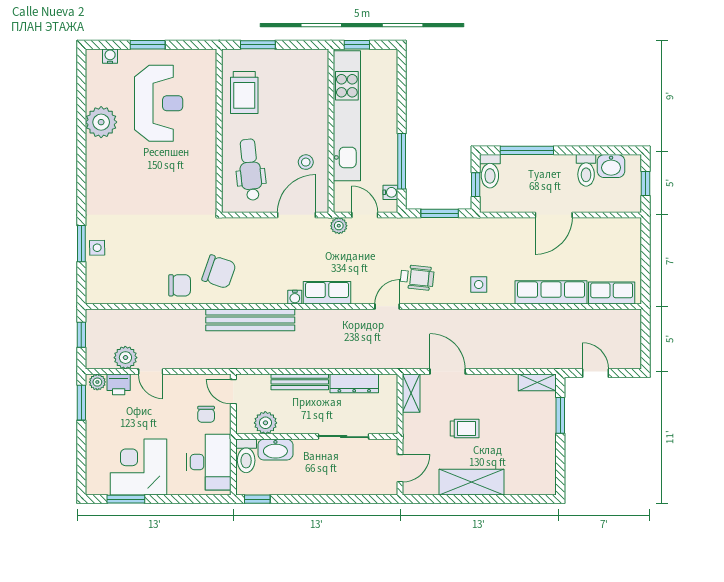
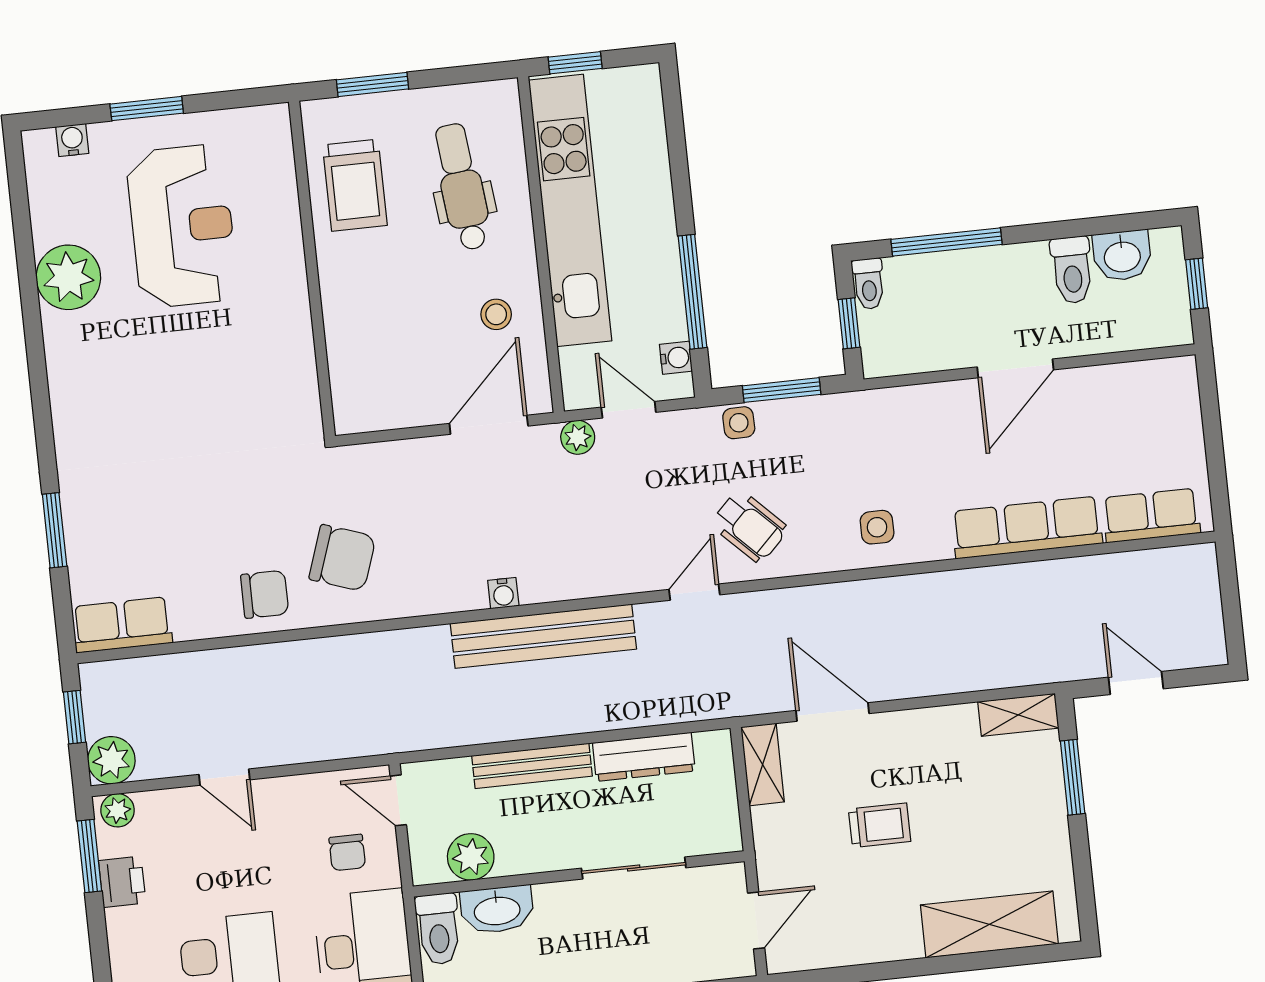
dental chair: (250, 170) -> (462, 187), moved
toilet: (490, 171) -> (869, 284), width x0.73, depth x0.72
side table: (97, 248) -> (739, 423), moved
wheelchair: (417, 278) -> (749, 526), turned 39
row of seats: (327, 293) -> (122, 625), moved
bench: (250, 320) -> (543, 636), moved
plant: (125, 358) -> (111, 760), moved
printer: (119, 384) -> (122, 882), moved, turned -90
shelving: (472, 482) -> (989, 924), moved

